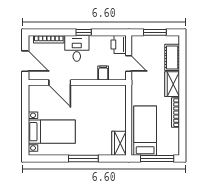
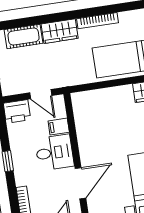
desk: (77, 48) -> (54, 152), moved, turned 180
door: (129, 64) -> (41, 94), swing flipped

